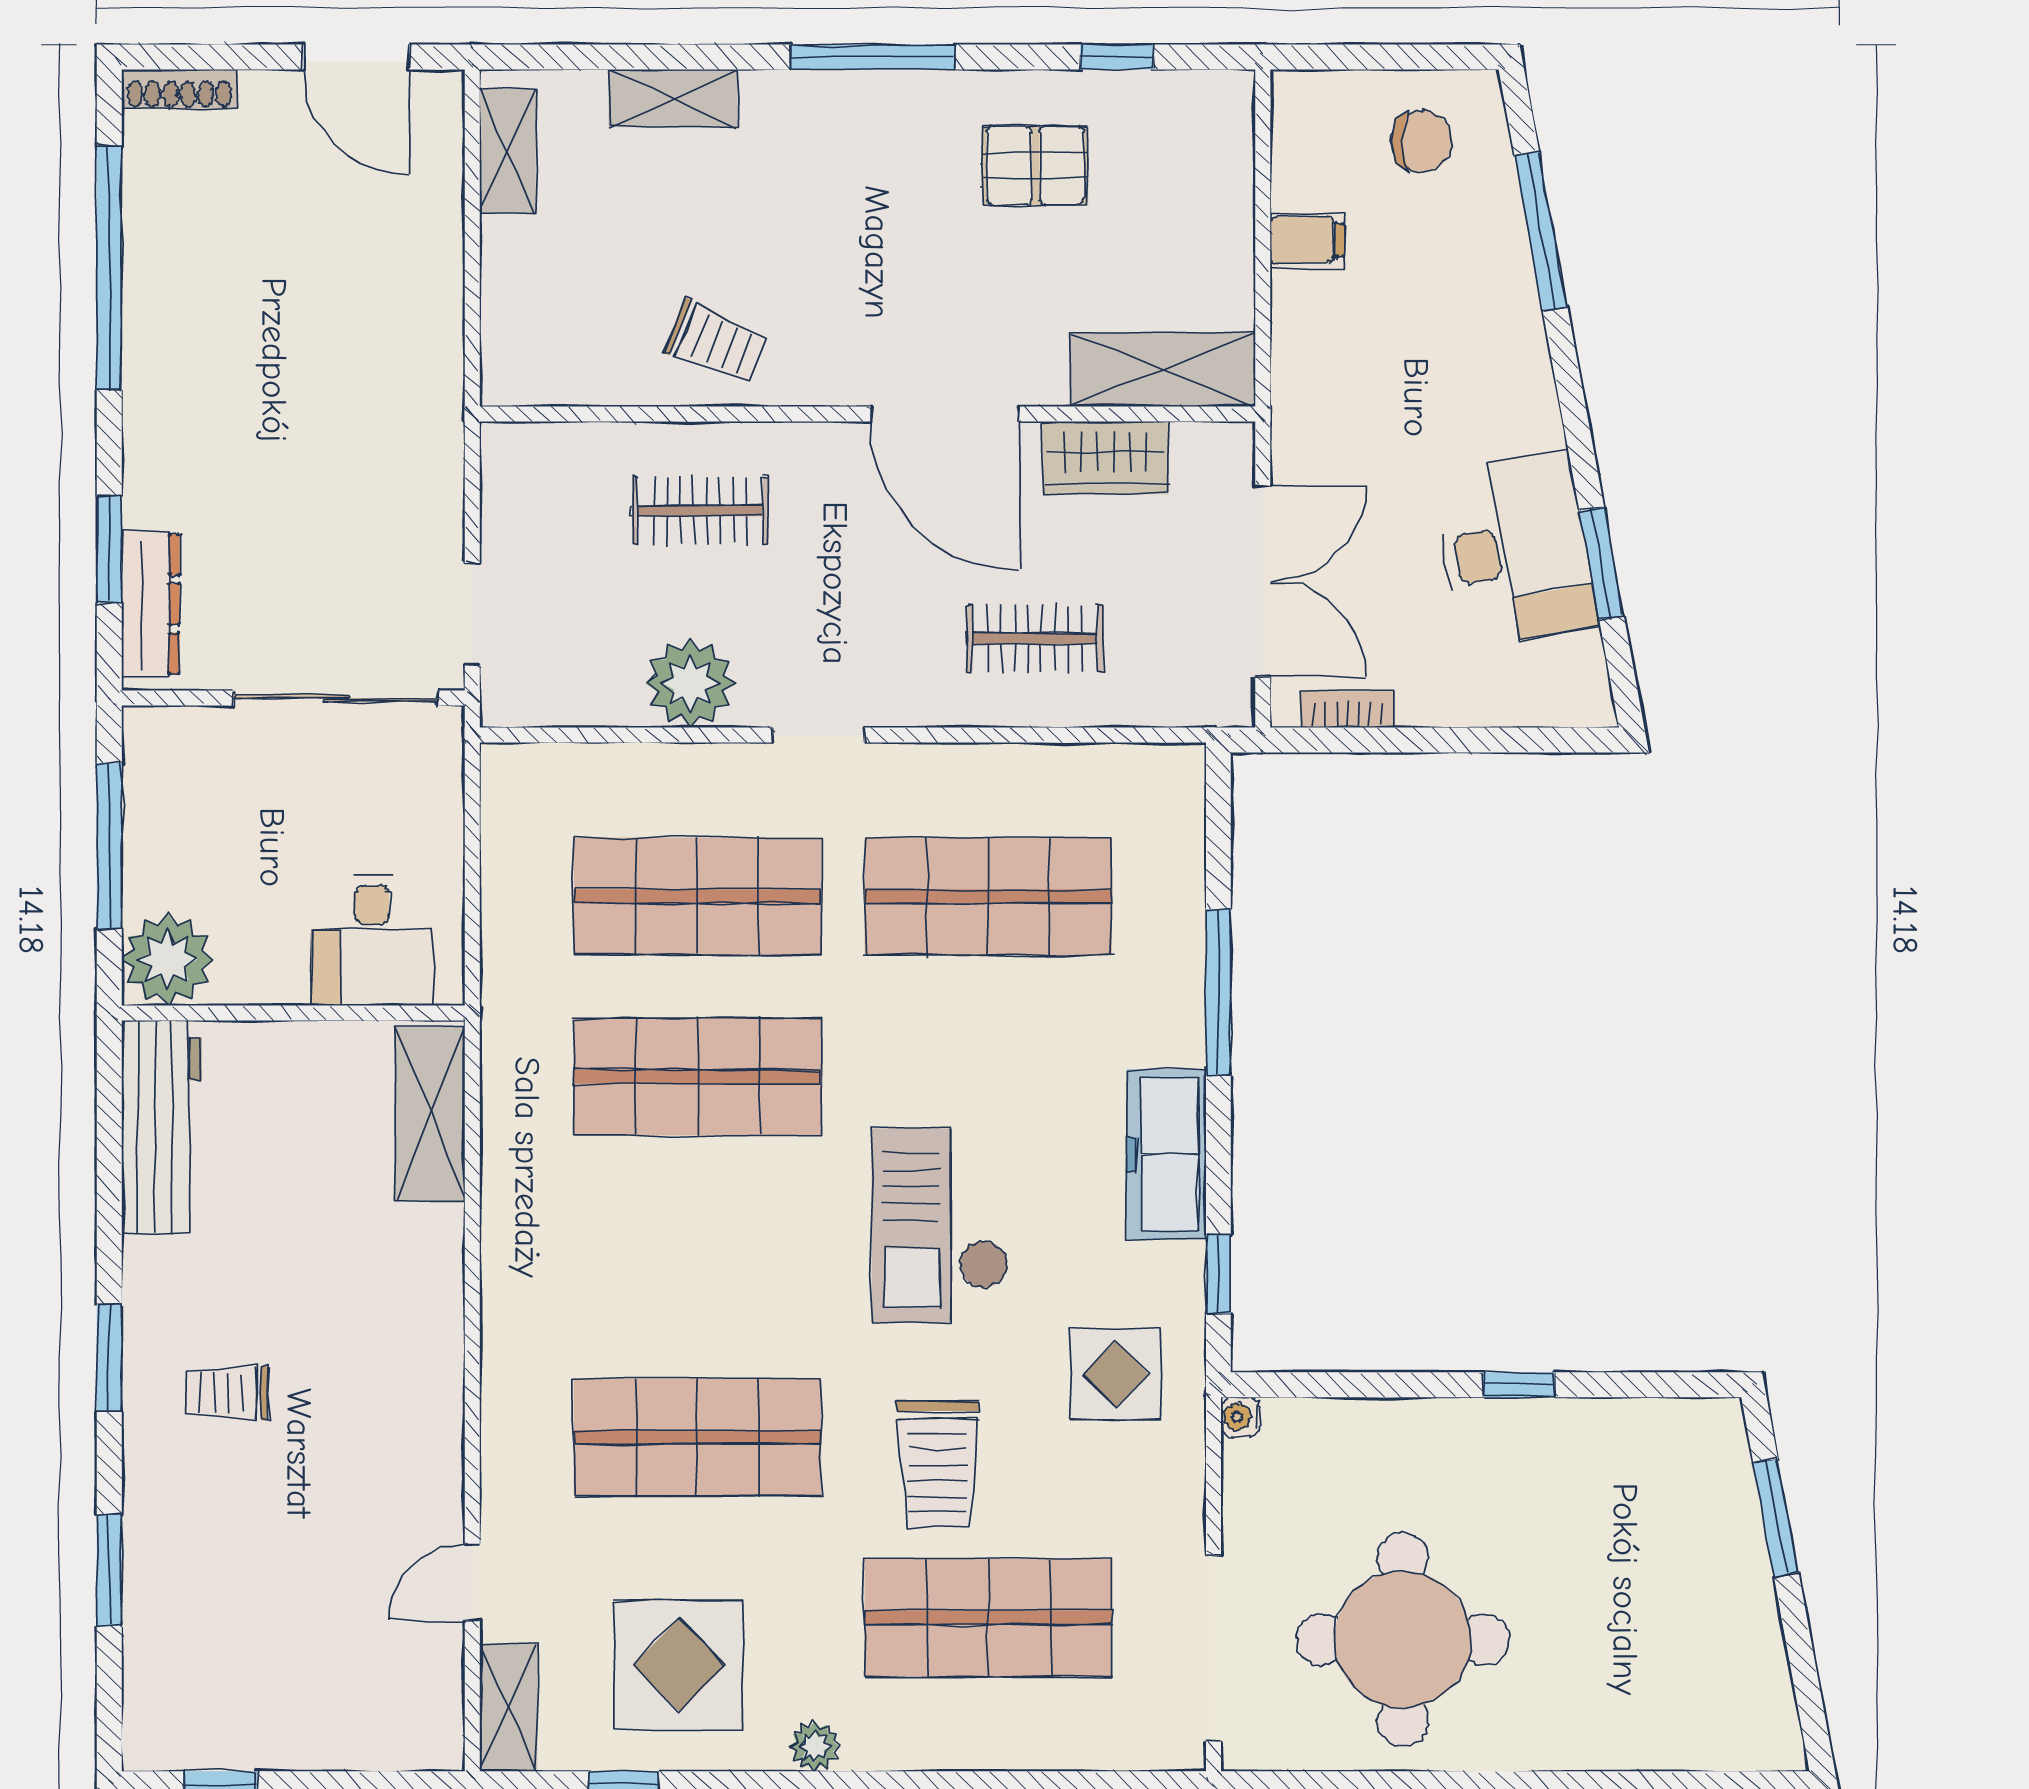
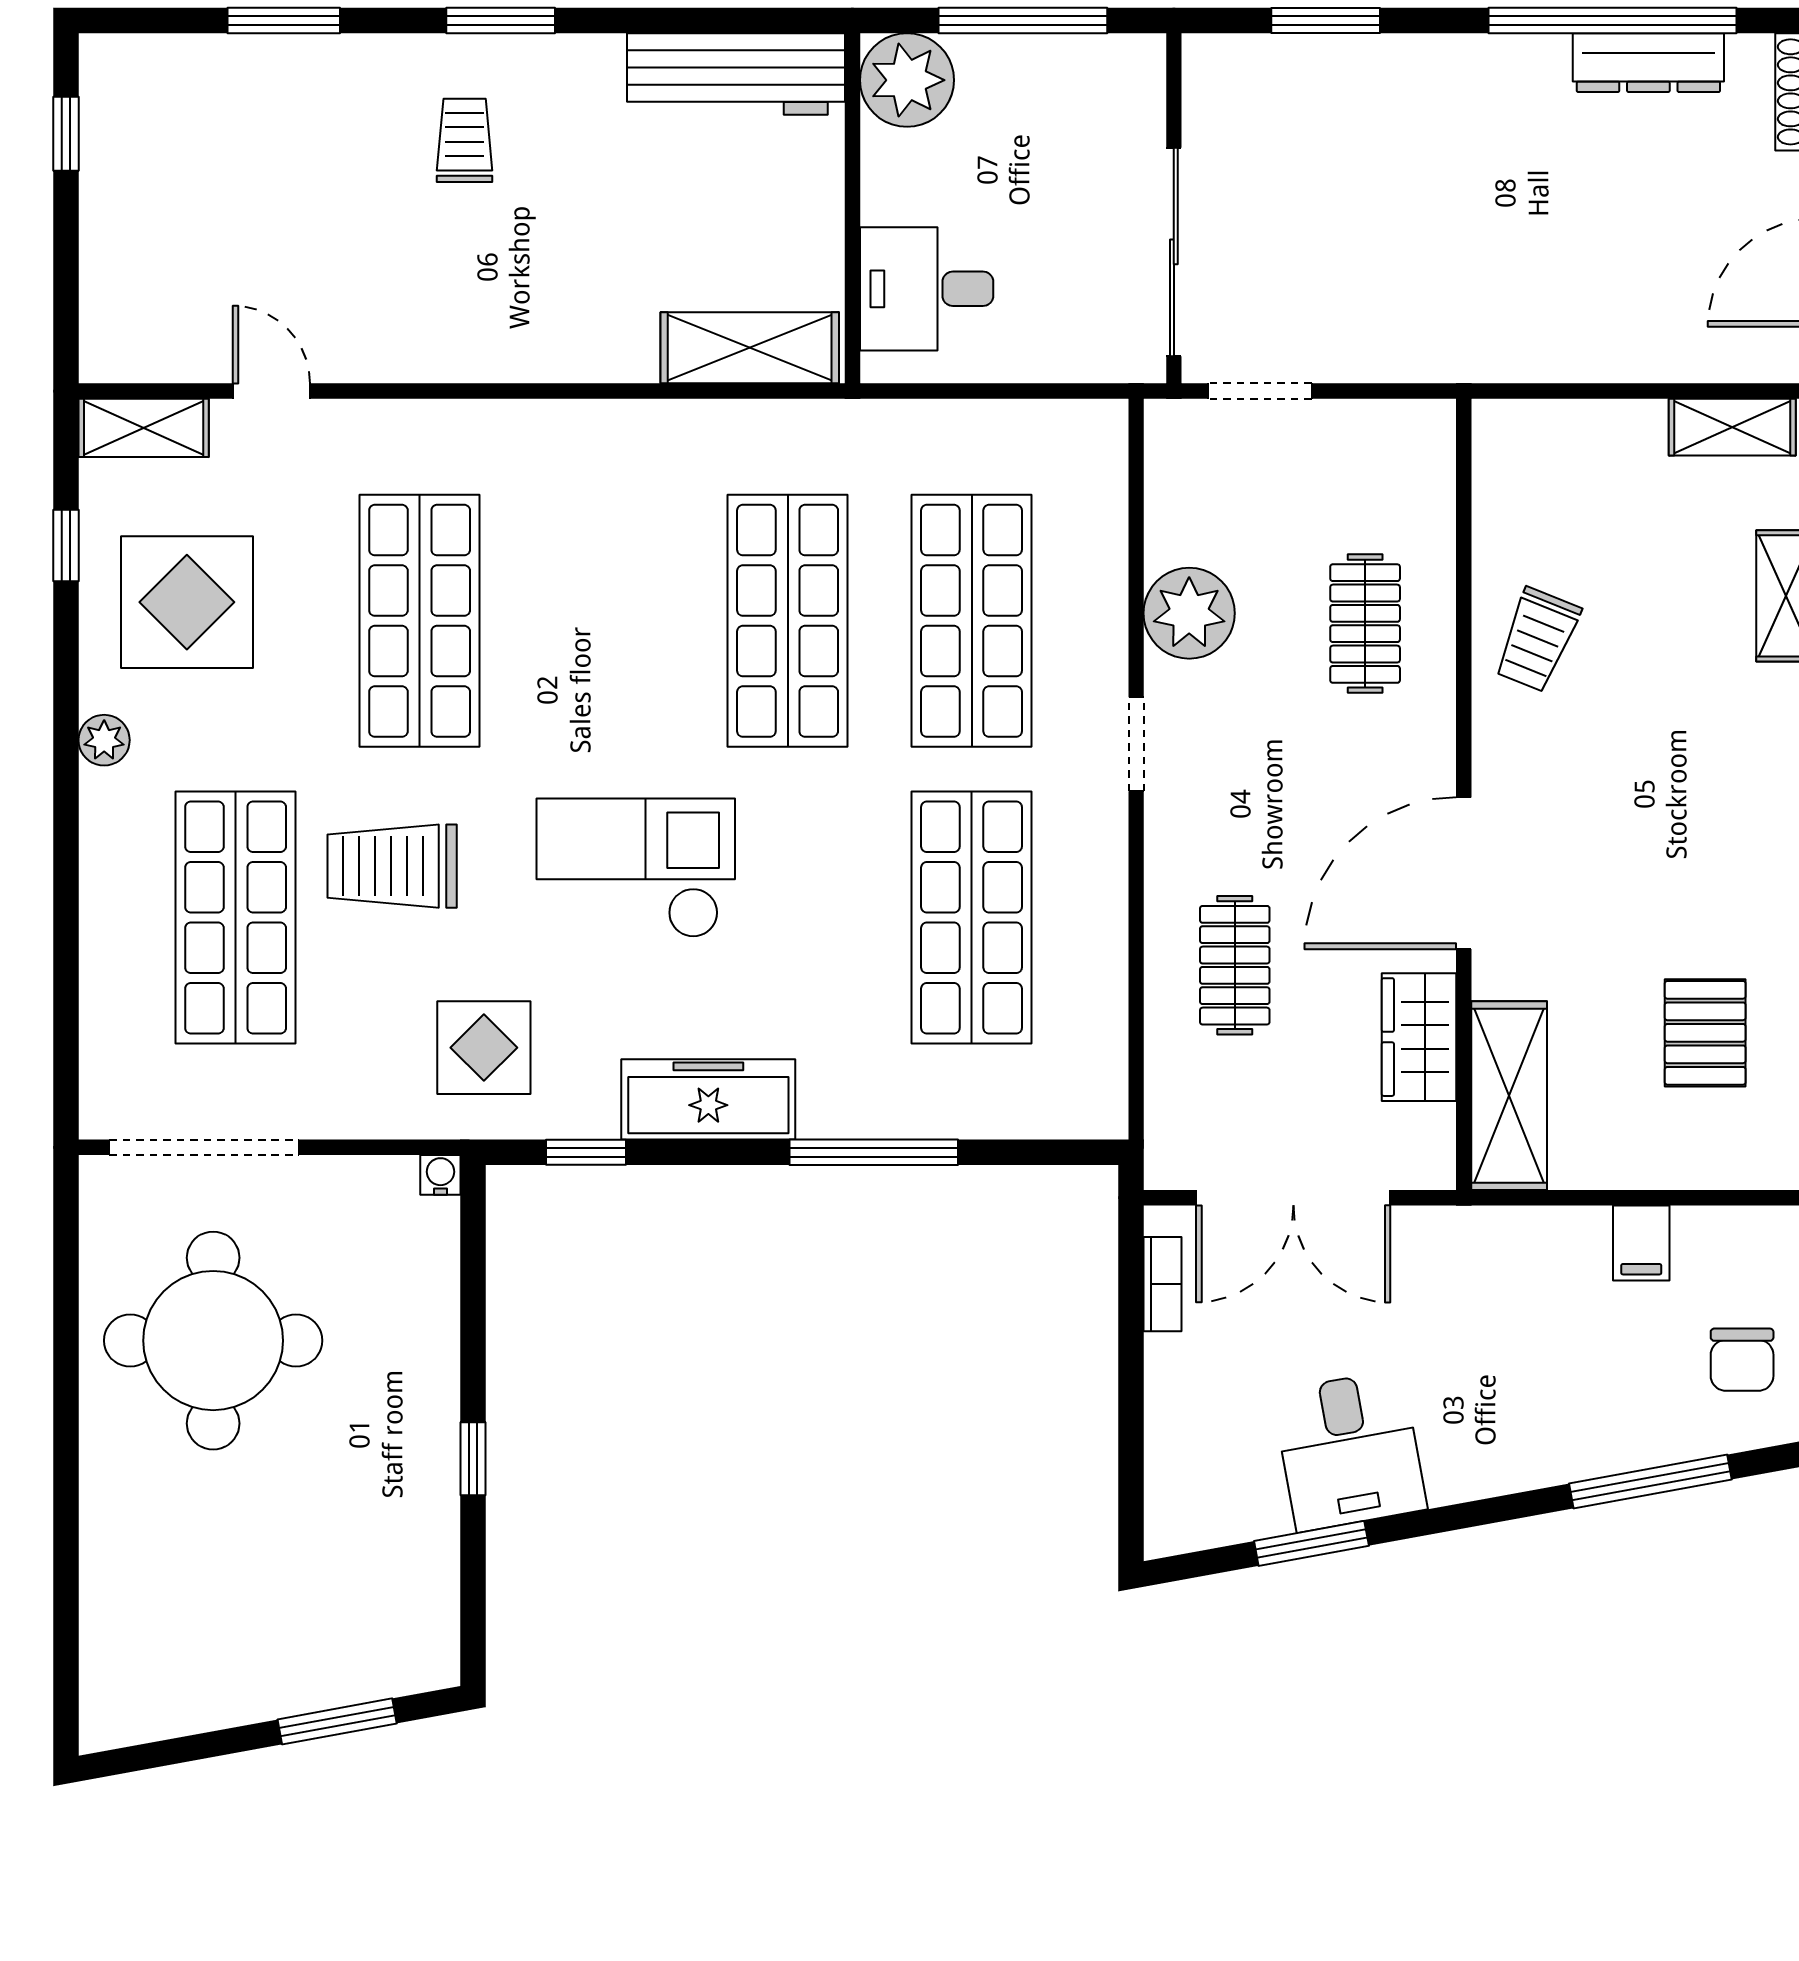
pallet: (1035, 166) -> (1705, 1033), moved
desk: (1515, 550) -> (1349, 1451), width x0.73
dresser: (151, 604) -> (1648, 63), moved

